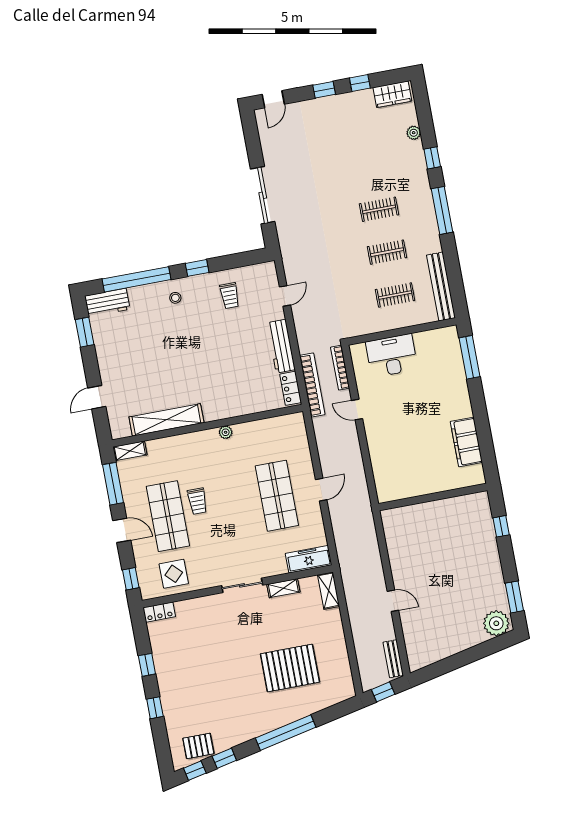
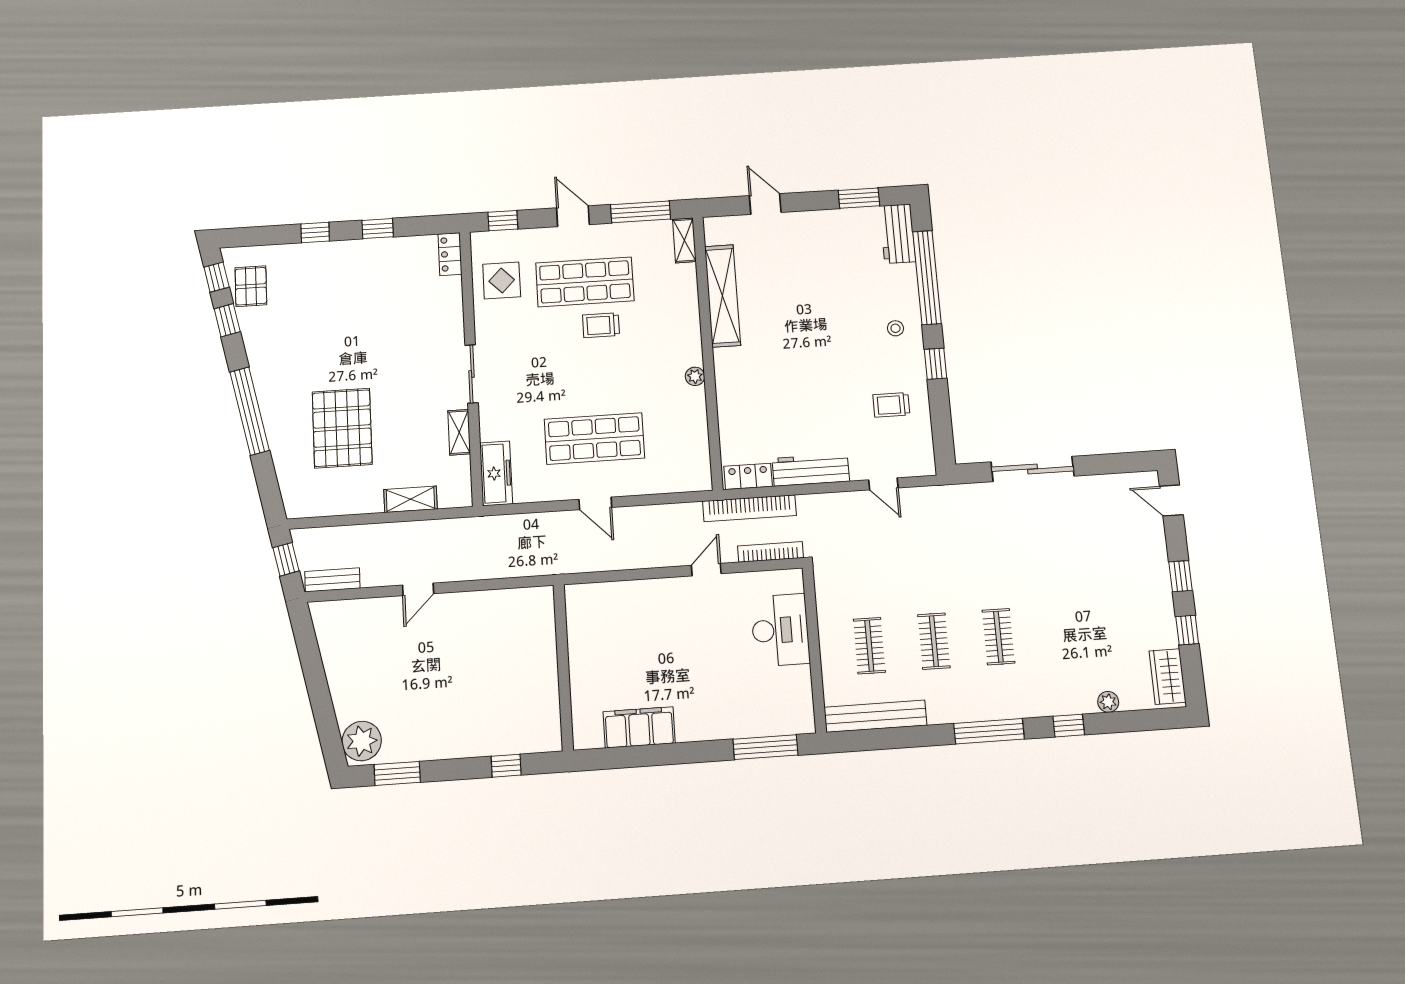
door: (122, 530) -> (573, 216), swing flipped
shelving: (329, 591) -> (410, 499), moved

